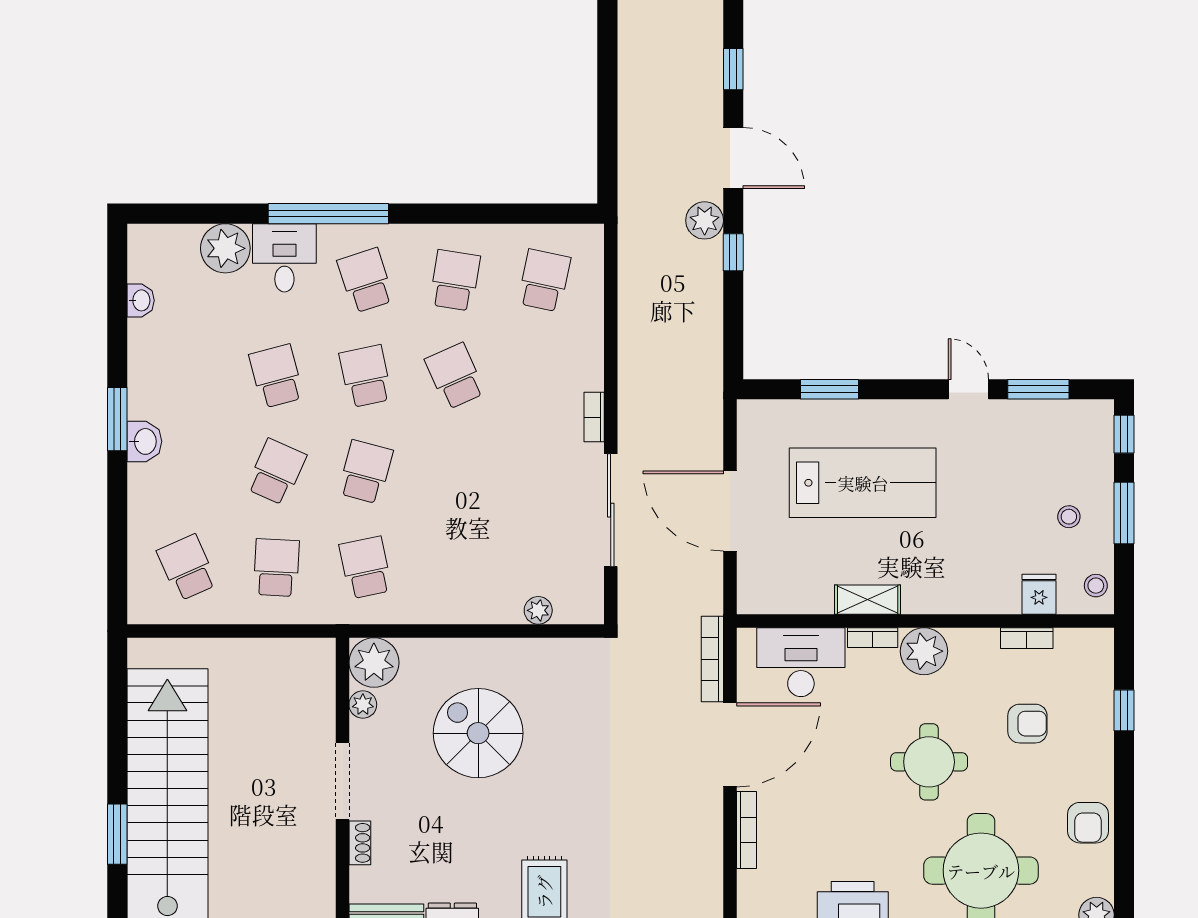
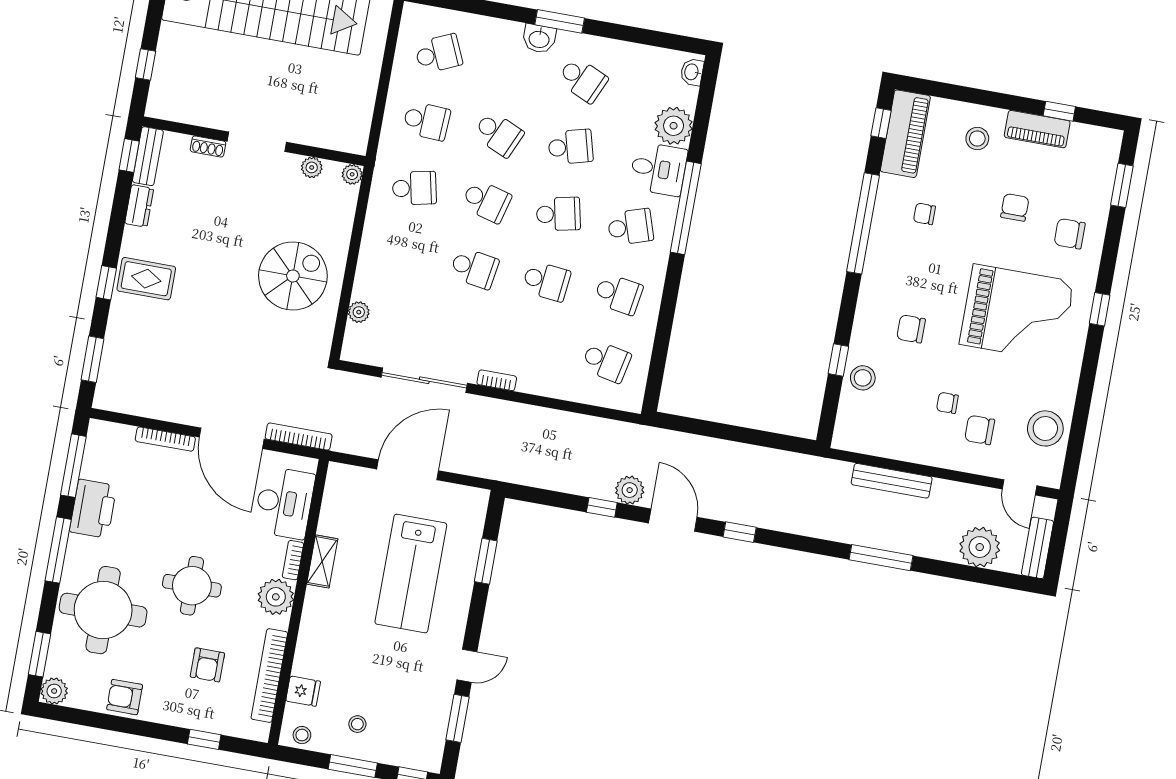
door: (733, 158) -> (673, 520), swing flipped
washbasin: (141, 300) -> (692, 72), moved, turned 90
school desk: (187, 376) -> (583, 80), added
school desk: (455, 376) -> (546, 281), turned 30
school desk: (455, 472) -> (474, 268), added
bookcase: (1027, 638) -> (269, 676), width x2.31, depth x1.31
plant: (374, 663) -> (352, 174), width x0.53, depth x0.53
spiral stairs: (478, 733) -> (293, 276), moved

